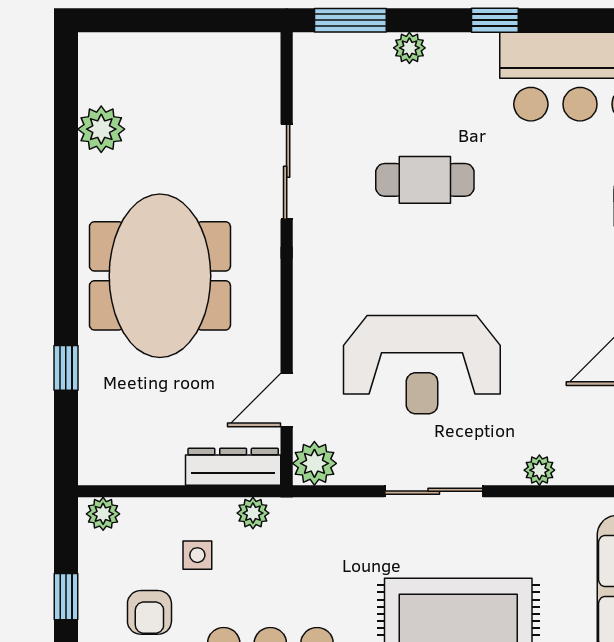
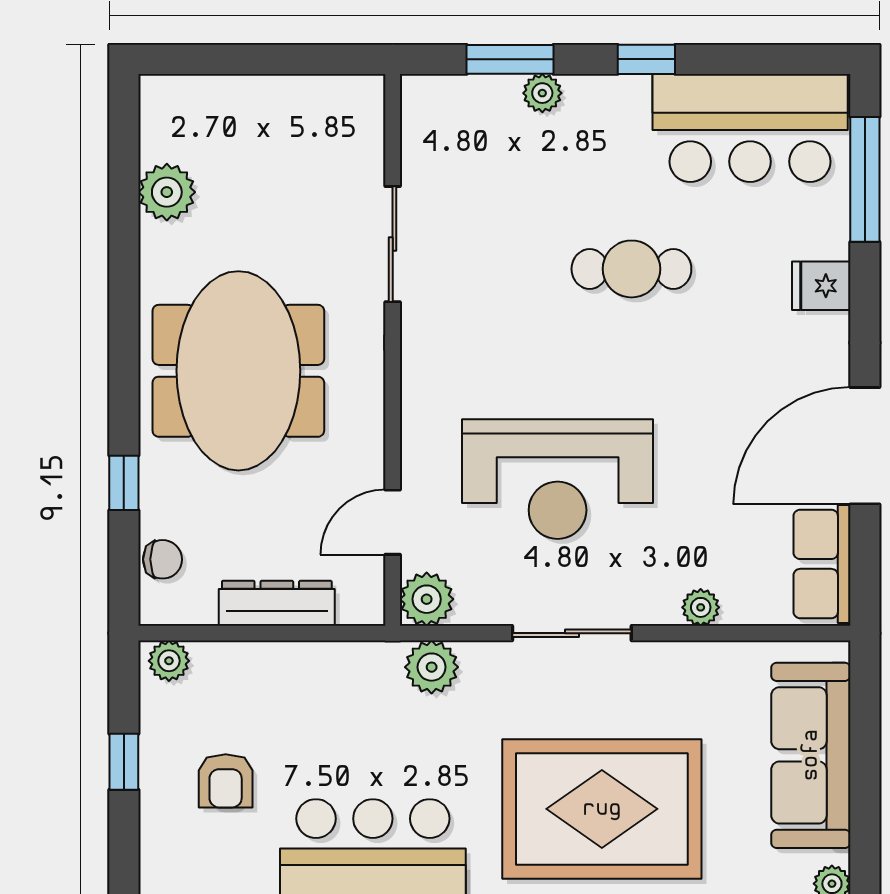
window: (350, 20) -> (510, 59), moved
cafe table: (425, 180) -> (631, 269), moved
chair: (98, 431) -> (162, 559), added
dresser: (233, 467) -> (277, 603), moved
plant: (253, 513) -> (432, 667), moved, width x1.38, depth x1.38
side table: (197, 555) -> (284, 711), removed

